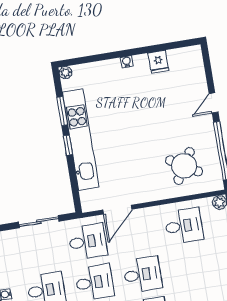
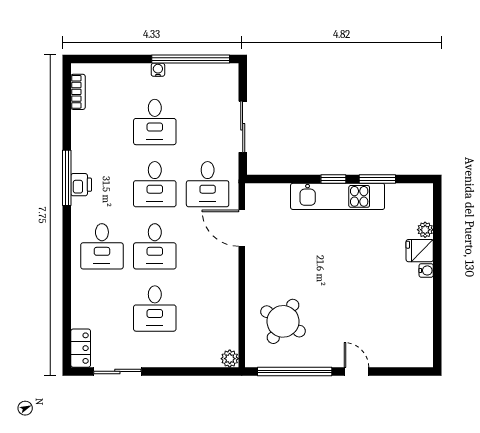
fridge: (158, 62) -> (420, 251), moved
plant: (66, 73) -> (425, 230), moved
kitchen unit: (81, 140) -> (338, 196), width x0.73
desk: (184, 226) -> (155, 308), moved

